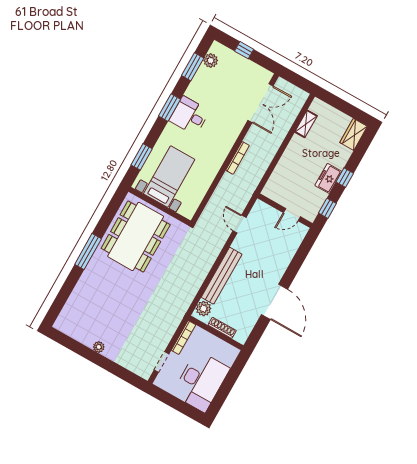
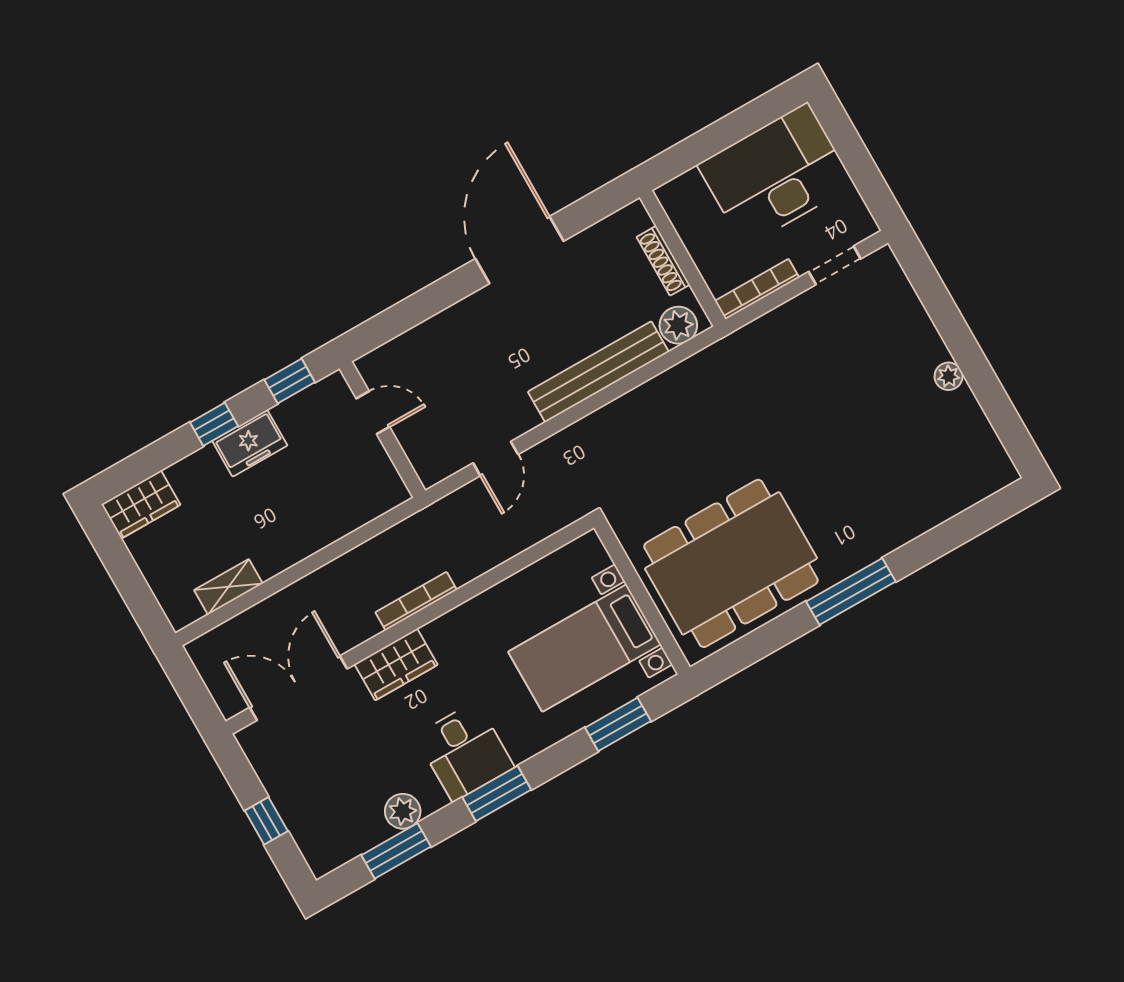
plant: (211, 61) -> (403, 811), moved
wardrobe: (231, 132) -> (396, 664), added

